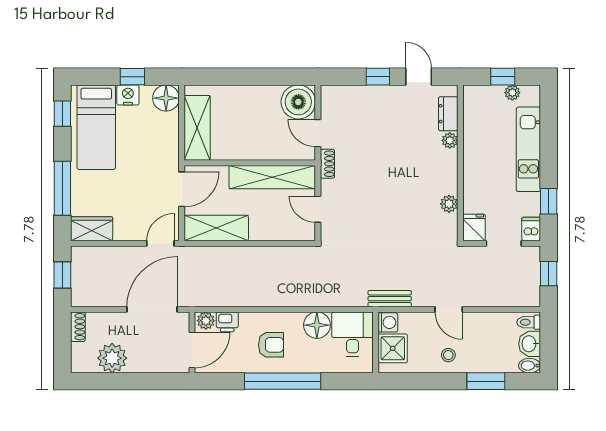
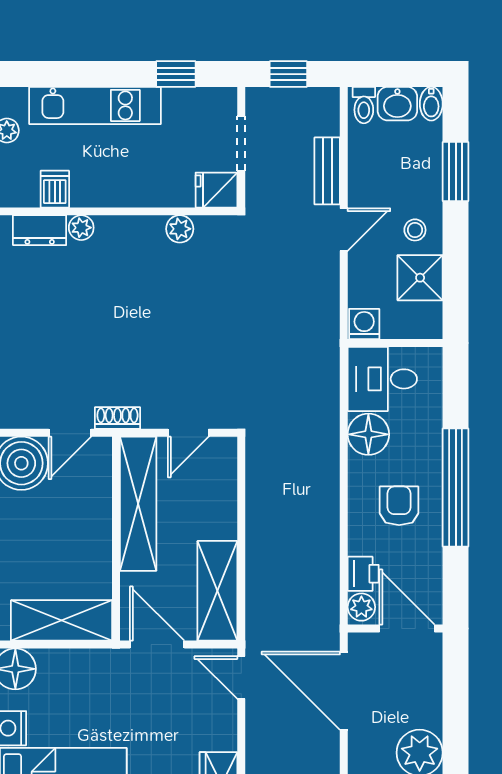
dishwasher: (531, 229) -> (55, 189), moved, turned 90
bench: (390, 299) -> (327, 171), moved
shower: (393, 348) -> (420, 278), moved

